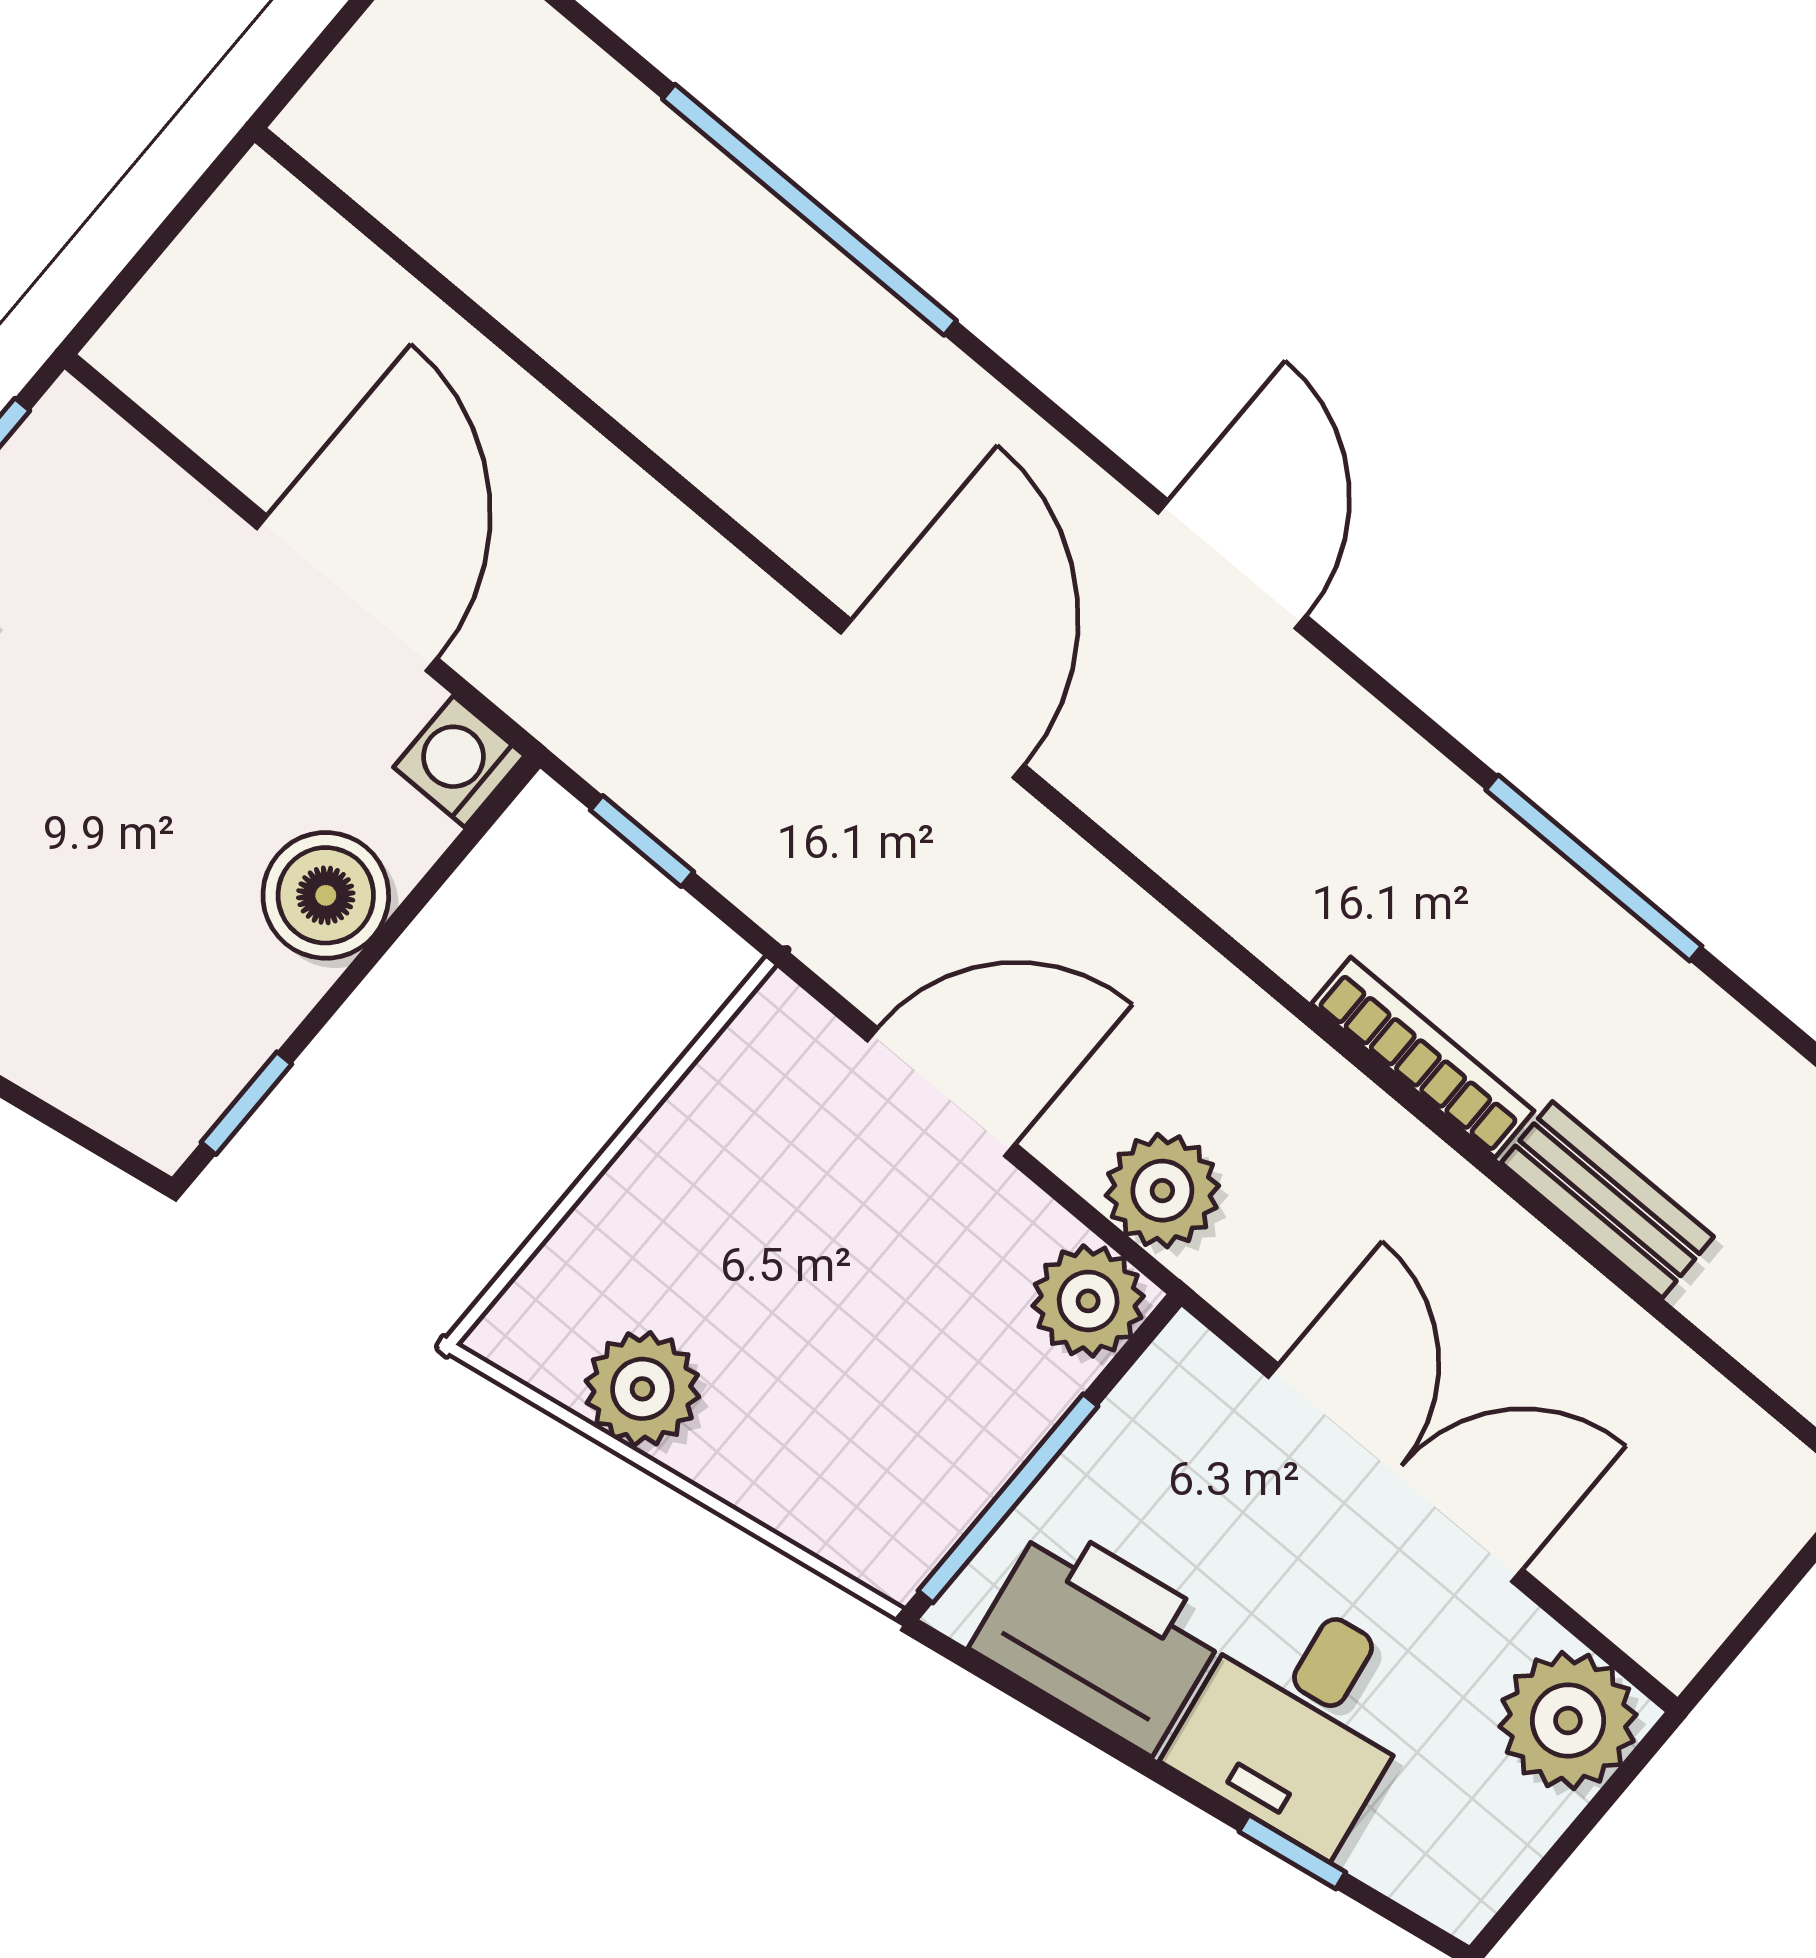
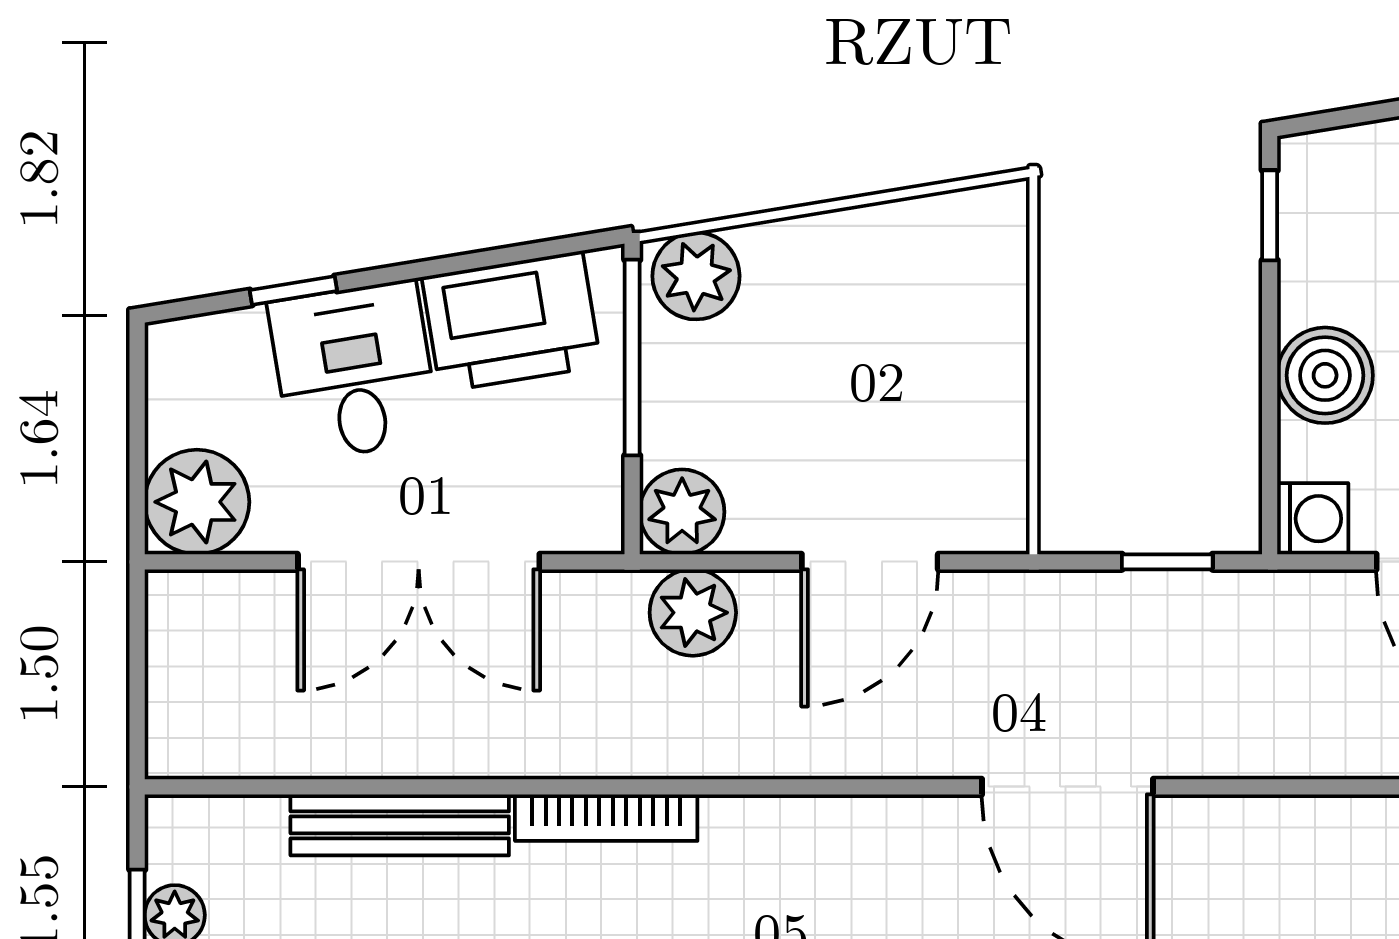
bench: (1607, 1200) -> (400, 825), width x1.36
plant: (642, 1389) -> (696, 276), moved

